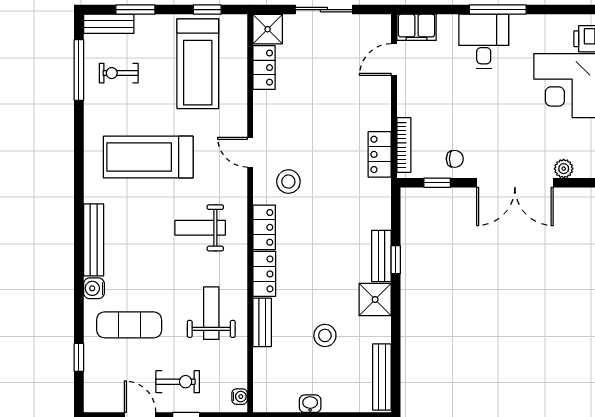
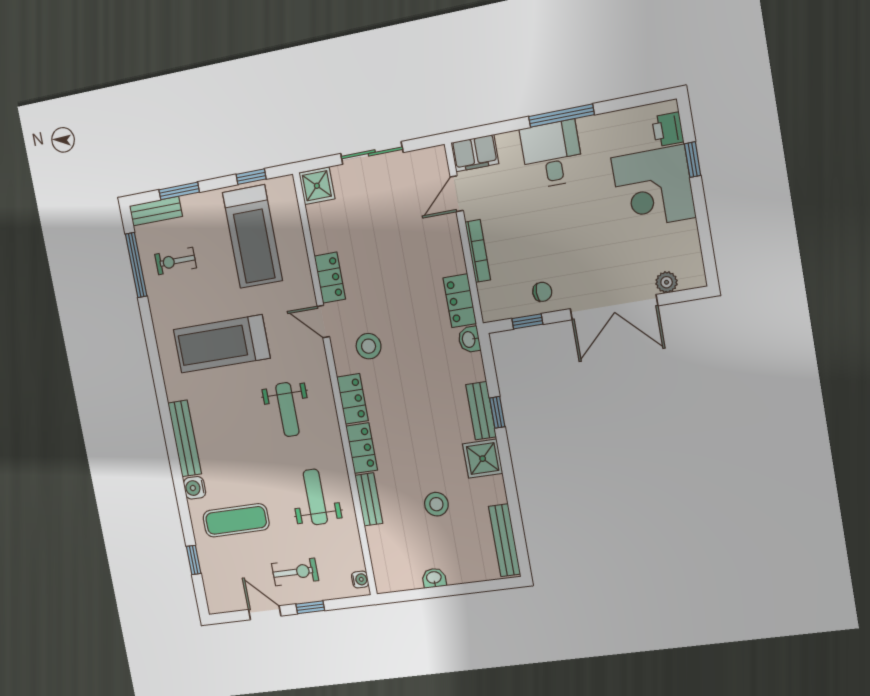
locker: (264, 68) -> (330, 278), moved
bookcase: (404, 145) -> (478, 251), moved
washbasin: (382, 190) -> (469, 339), added
weight bench: (200, 228) -> (287, 410), turned -90

